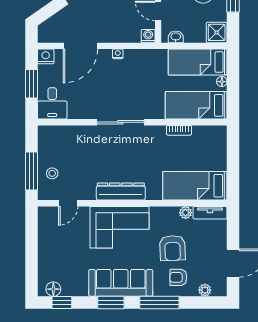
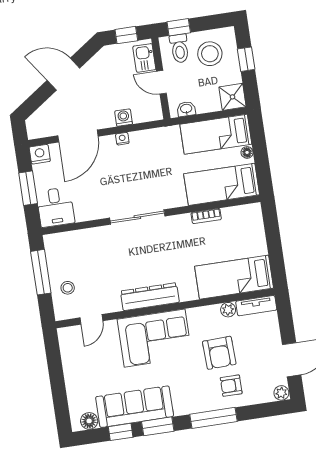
washing machine: (148, 36) -> (124, 118), moved
window: (31, 171) -> (41, 272), moved
sofa: (121, 283) -> (135, 407), moved
plant: (205, 290) -> (281, 393), moved
window: (62, 302) -> (121, 432), moved

